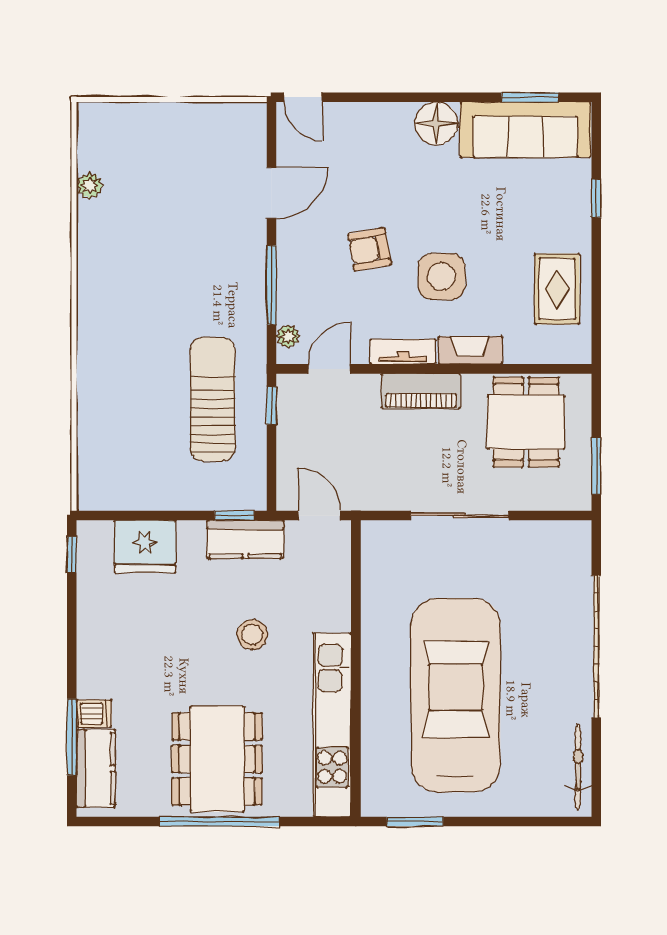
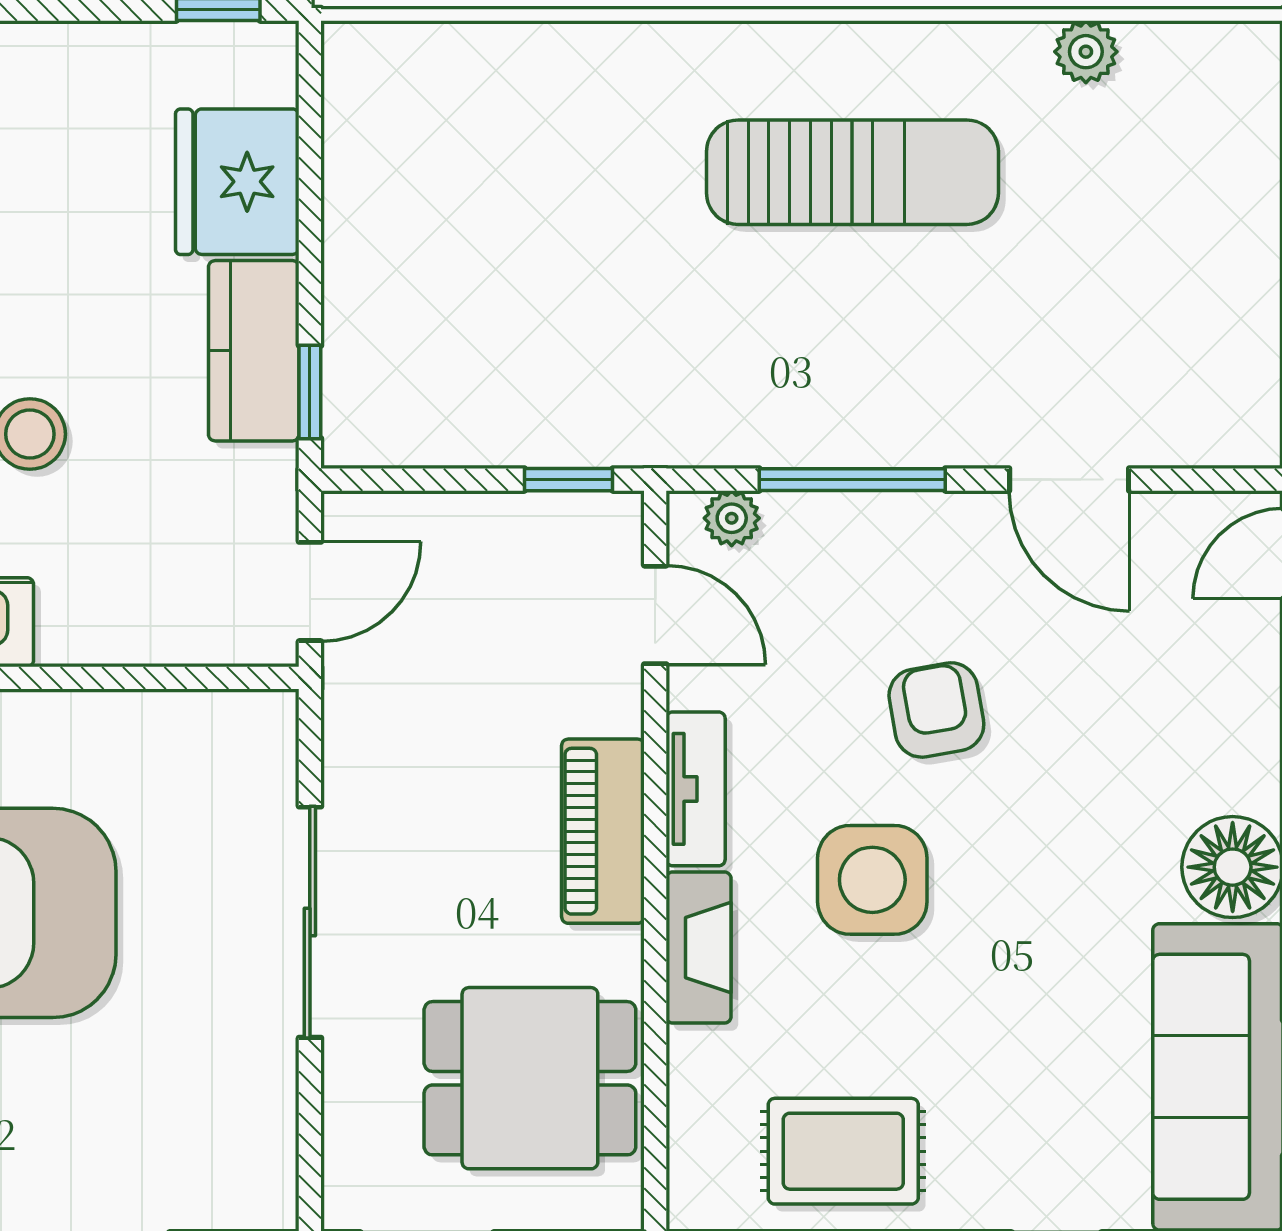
sun lounger: (213, 399) -> (852, 172), moved
kitchen counter: (245, 539) -> (254, 351), moved

